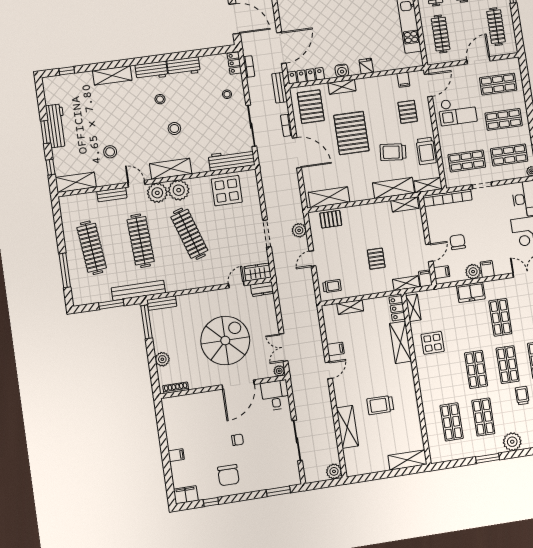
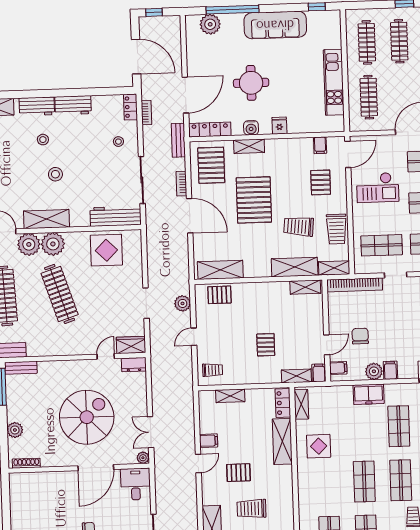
round table: (337, 32) -> (251, 83), added
pallet: (365, 374) -> (238, 473), added

